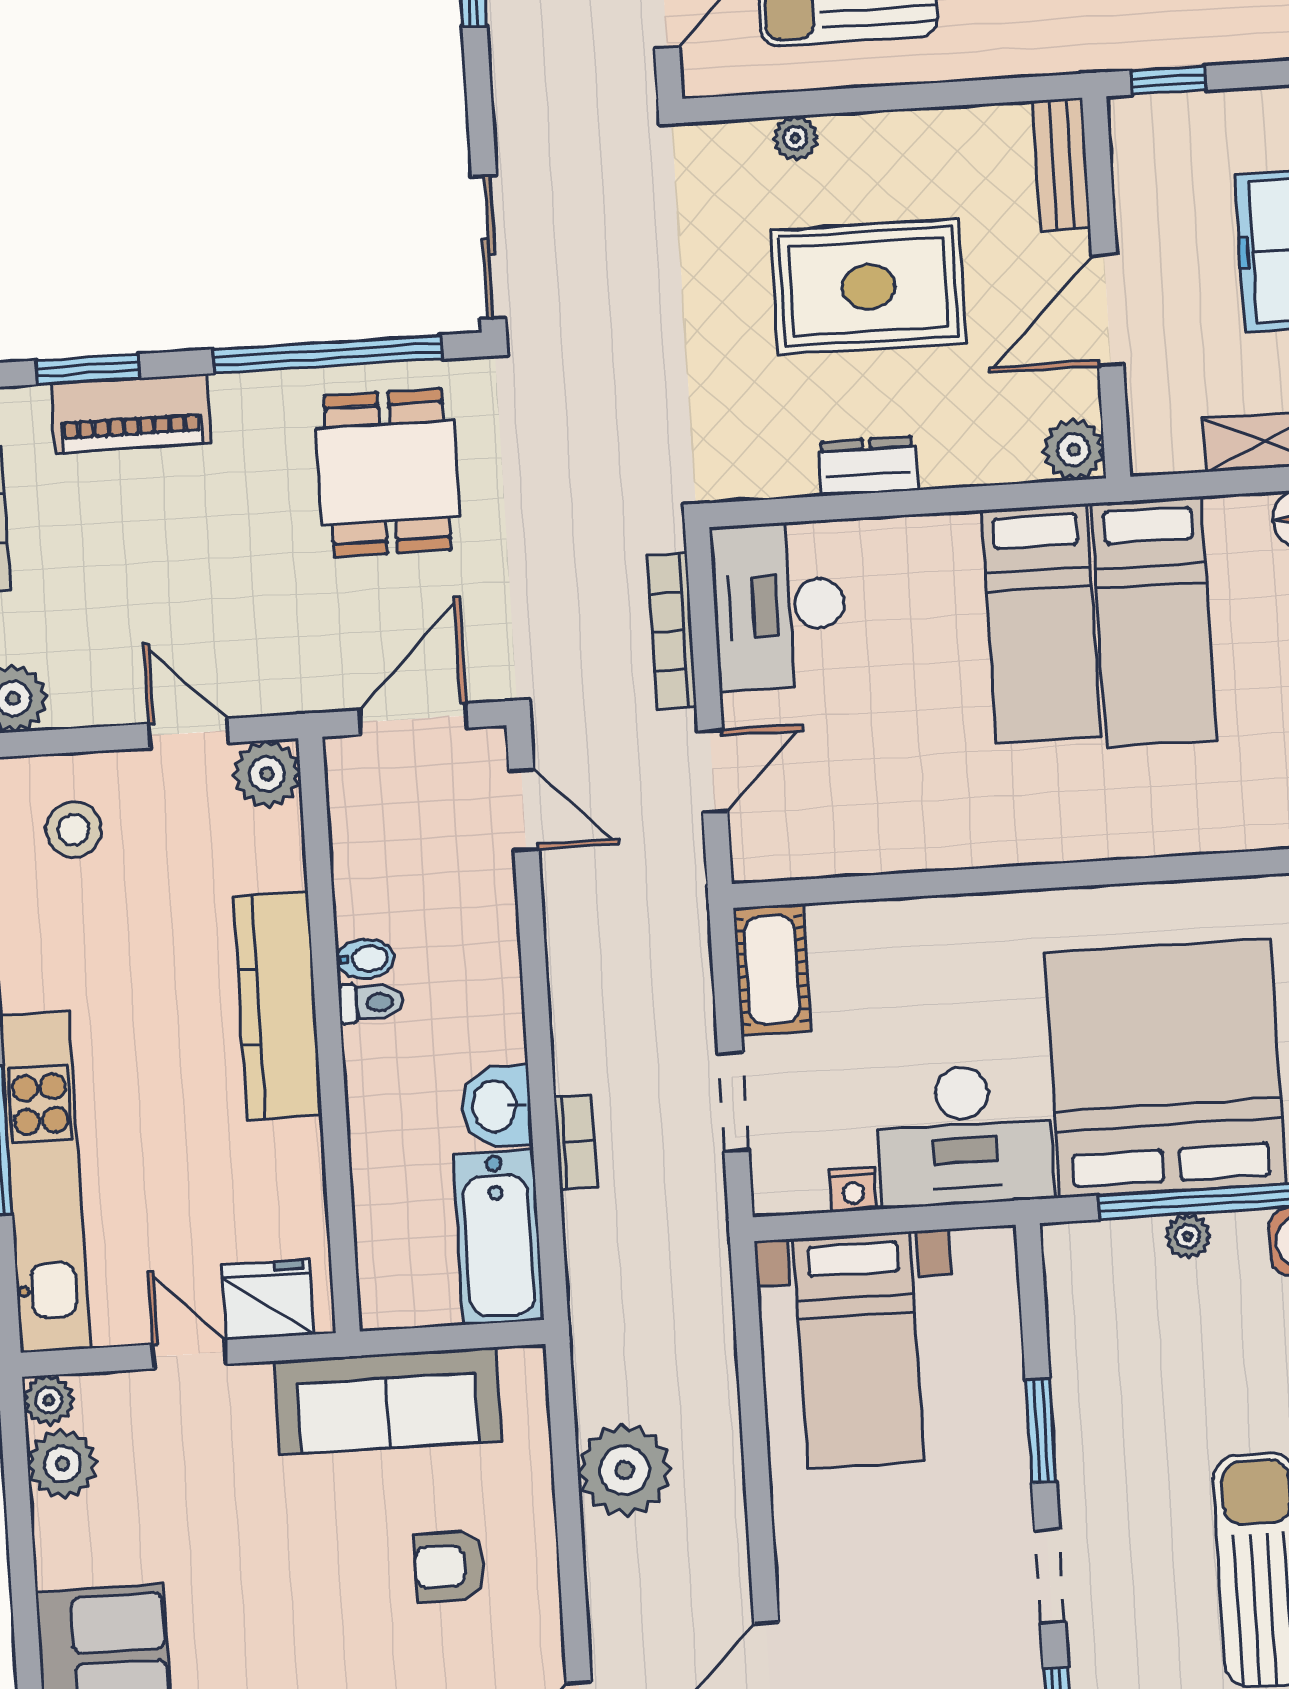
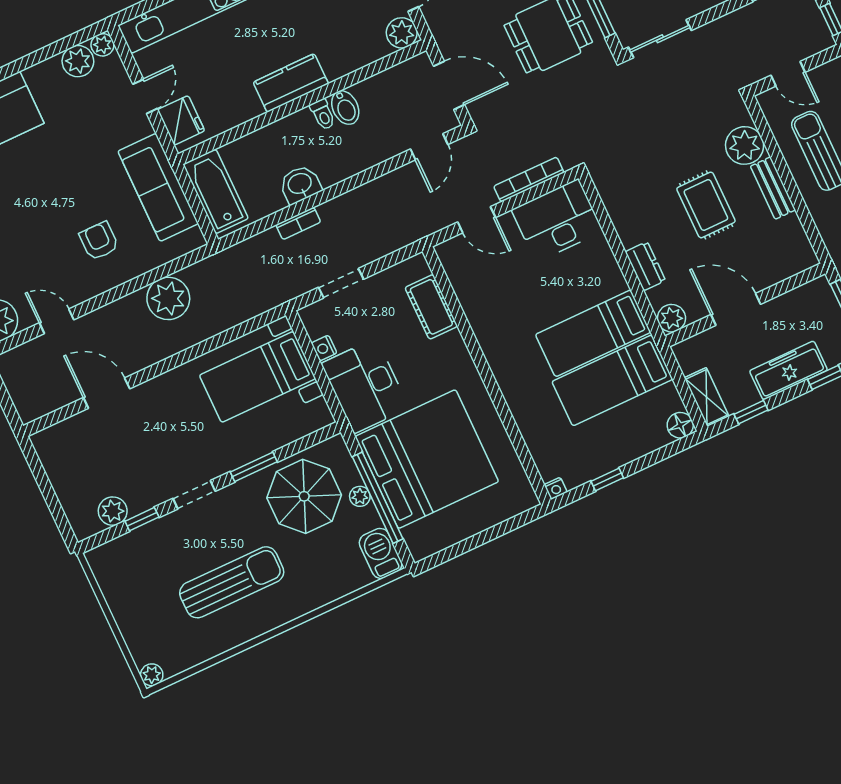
plant: (795, 138) -> (745, 145), width x1.88, depth x1.88
bench: (1061, 164) -> (773, 188), moved, turned 90
rug: (868, 287) -> (706, 205), width x0.73, depth x0.70
dresser: (868, 466) -> (645, 266), moved
bidet: (365, 959) -> (345, 108), width x1.38, depth x1.36
cot: (772, 970) -> (431, 307), moved, turned 90
kitchen counter: (278, 1006) -> (291, 83), width x0.67
bathtub: (498, 1237) -> (216, 191), moved, turned 90
parasol: (1142, 1351) -> (304, 496), added

